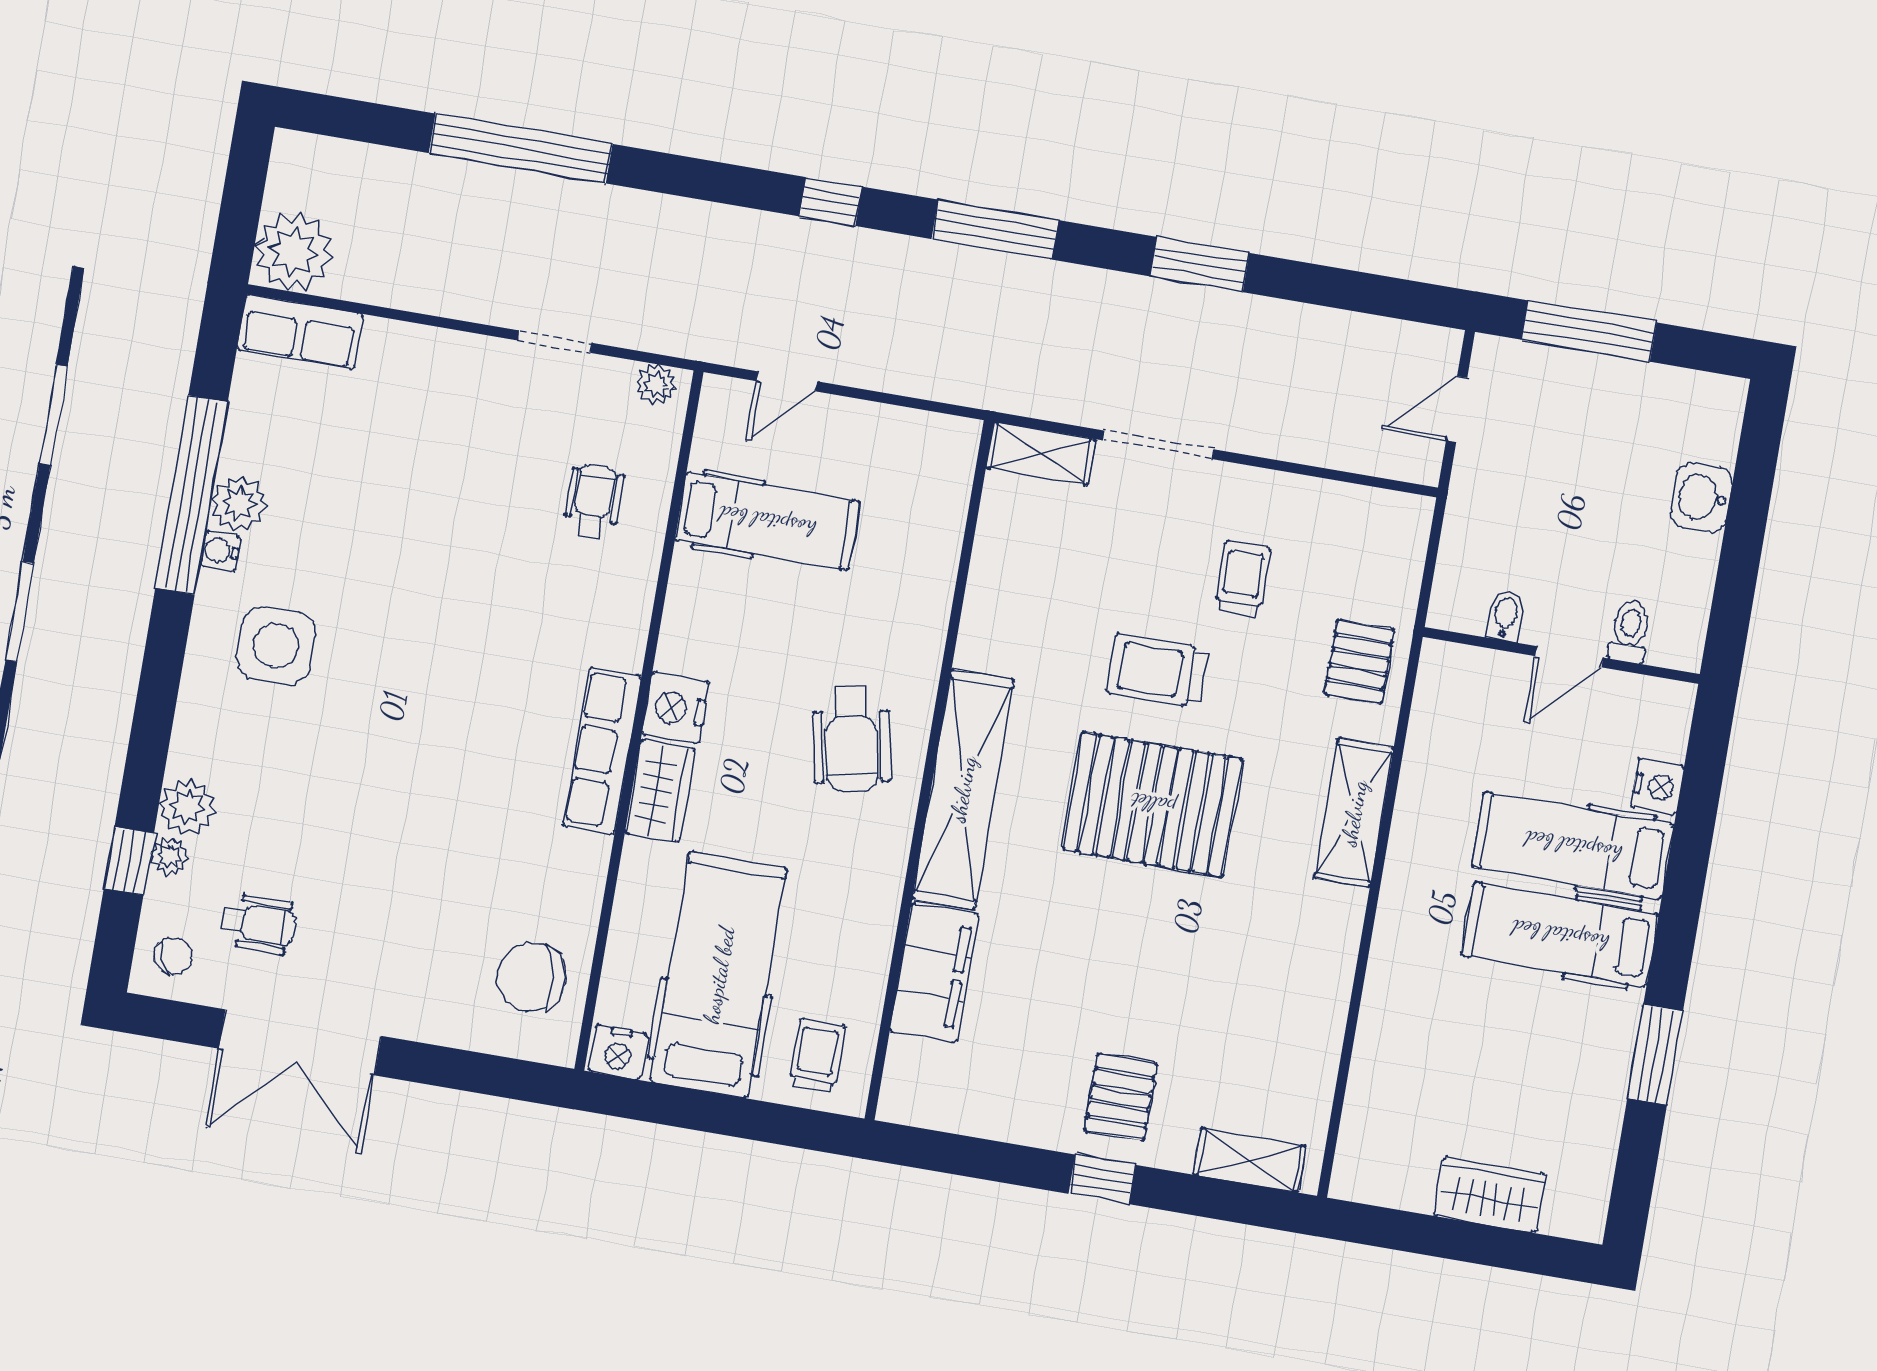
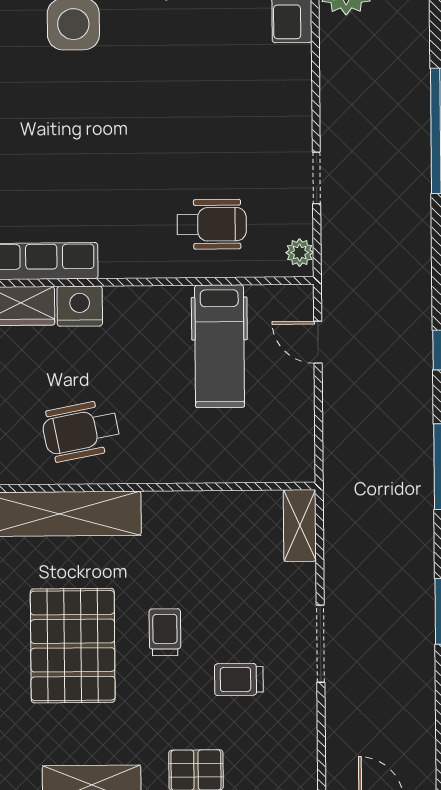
doorway: (1158, 445) -> (321, 644), moved
wheelchair: (594, 501) -> (212, 224), width x1.36, depth x1.37
trolley: (1243, 578) -> (239, 679), turned 180
trolley: (1157, 671) -> (165, 632), width x0.73, depth x0.72

